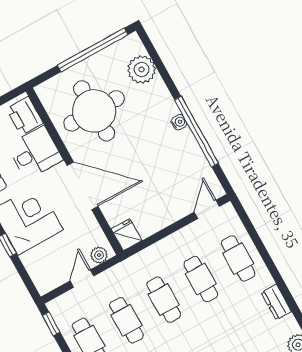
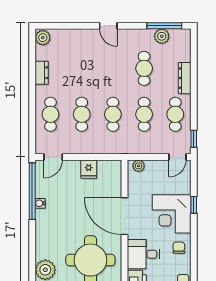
water cooler: (179, 122) -> (40, 203), moved
window: (196, 132) -> (32, 191), moved
fridge: (127, 235) -> (89, 169), moved
door: (82, 278) -> (177, 157), moved

